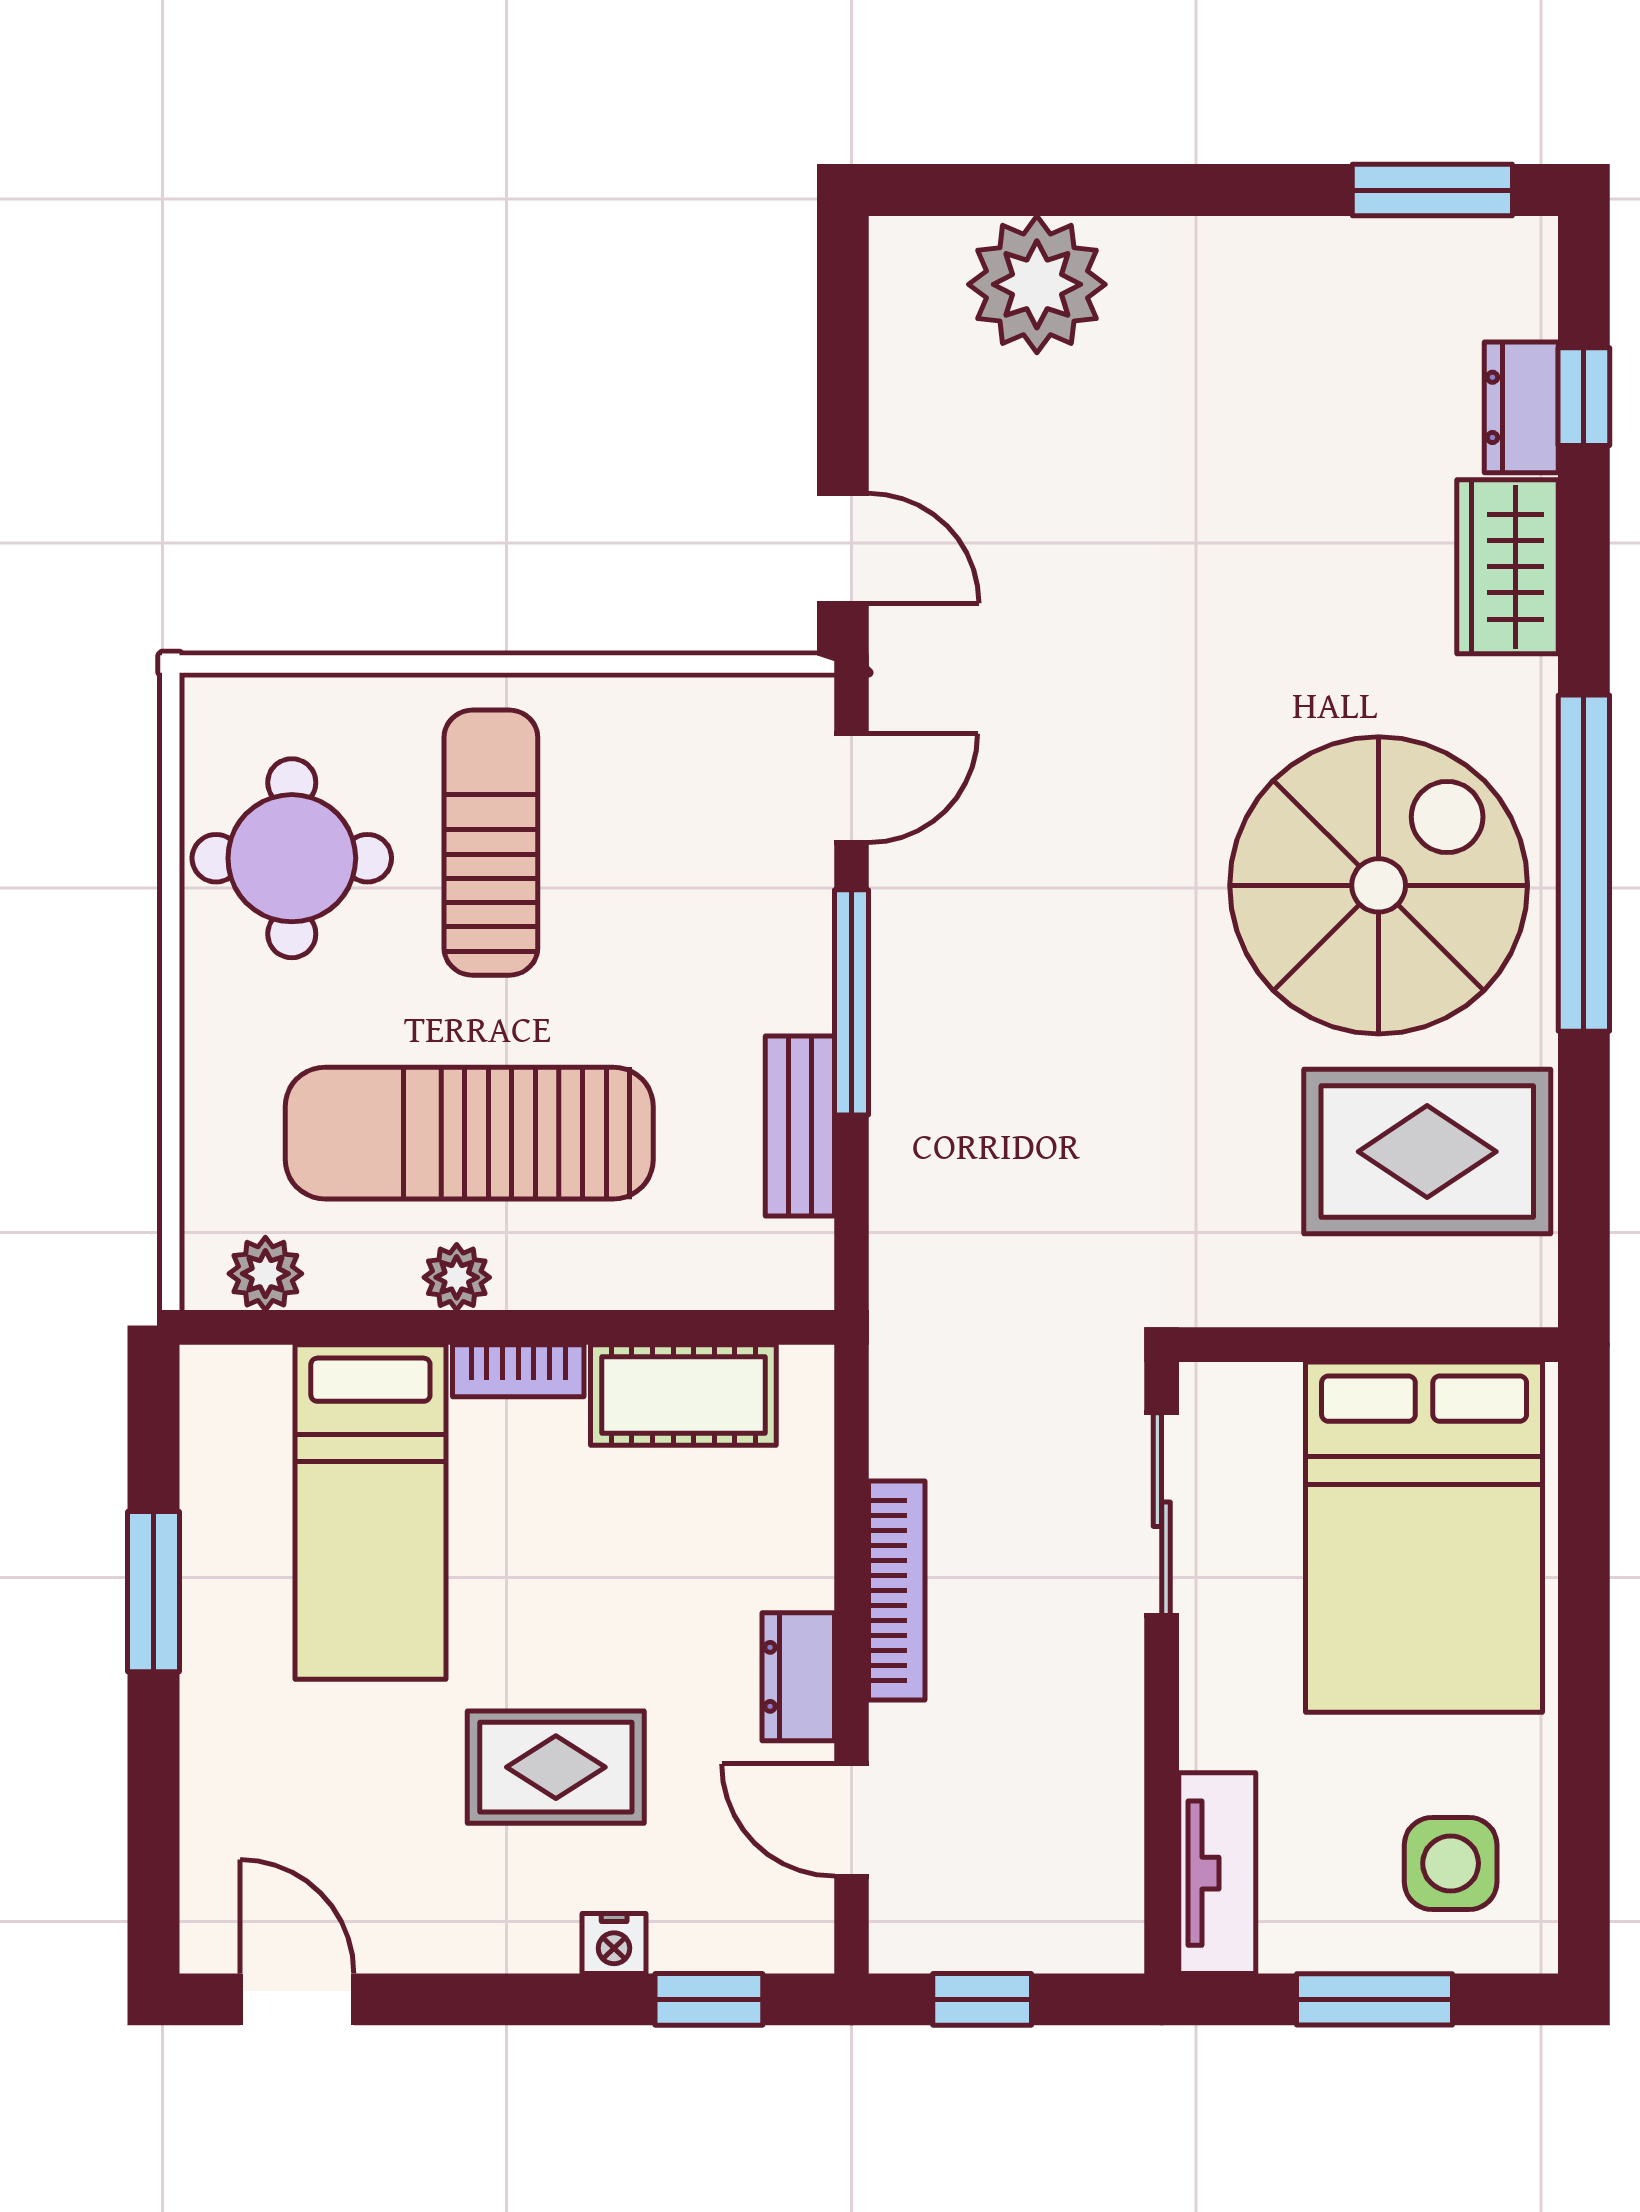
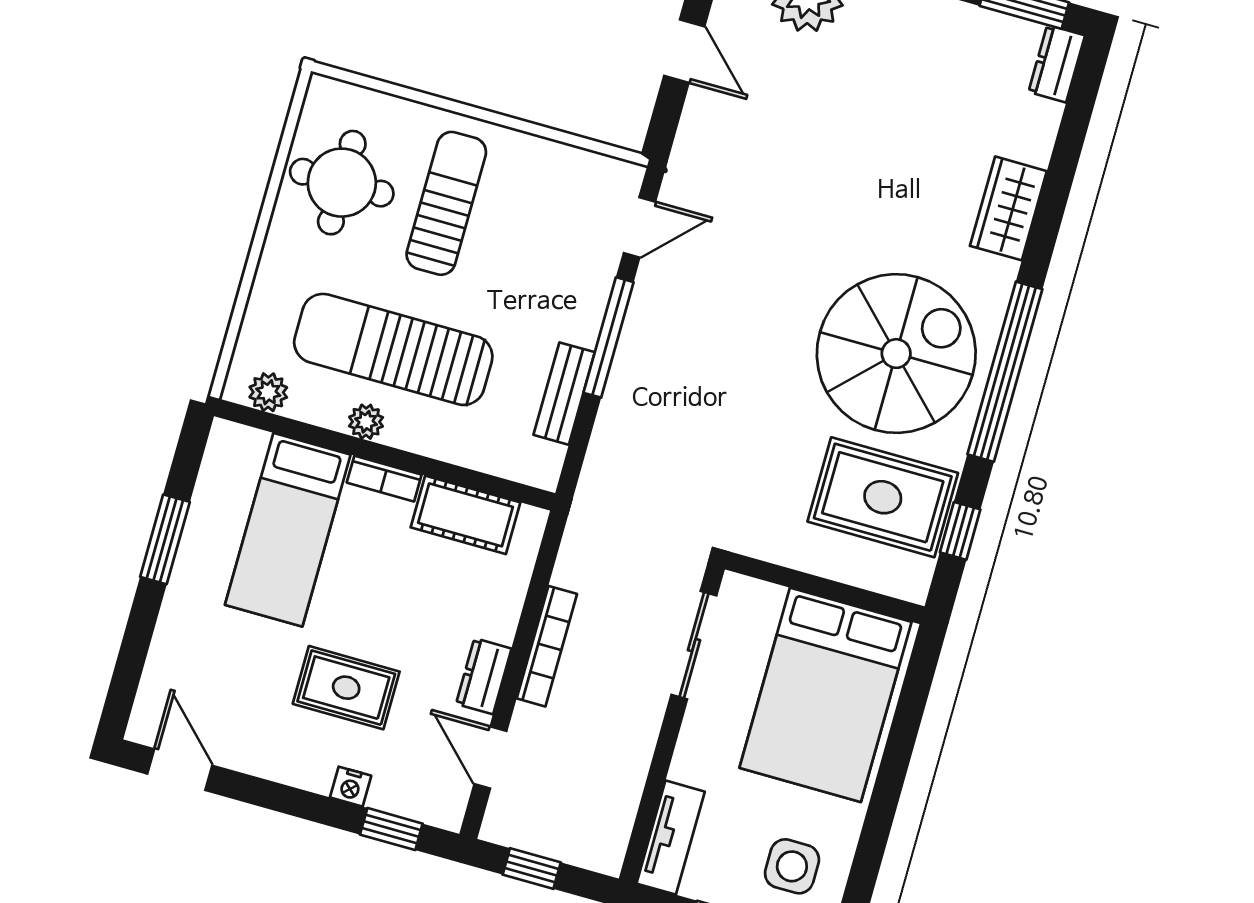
window: (1584, 397) -> (960, 531), moved
dresser: (1521, 407) -> (1057, 64), moved
door: (843, 548) -> (684, 51), moved

